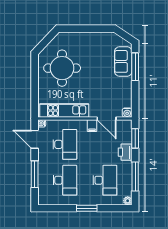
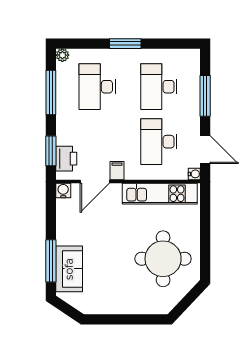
door: (107, 118) -> (95, 181), swing flipped
printer: (125, 152) -> (66, 159), moved

